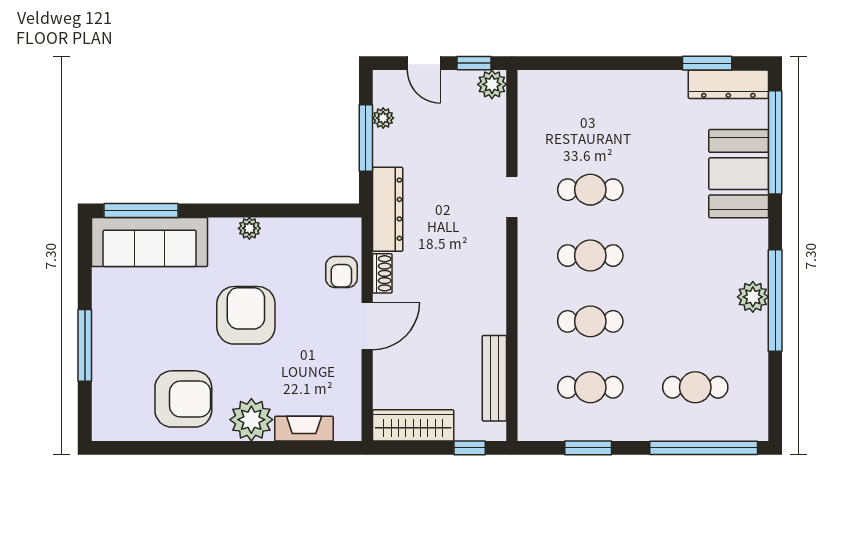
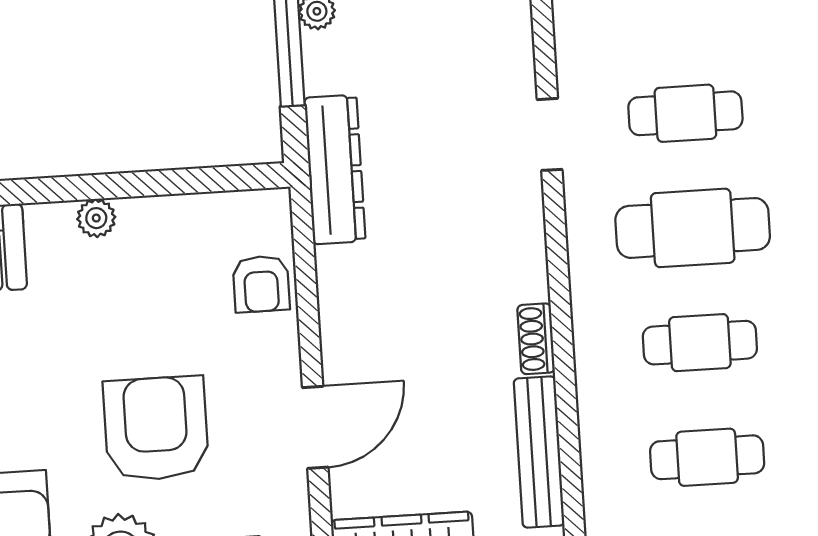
cafe table: (590, 256) -> (693, 228), width x1.37, depth x1.35
shoe rack: (382, 273) -> (536, 339), moved, turned 180
armchair: (246, 315) -> (156, 429), moved
door: (367, 326) -> (315, 427), moved

